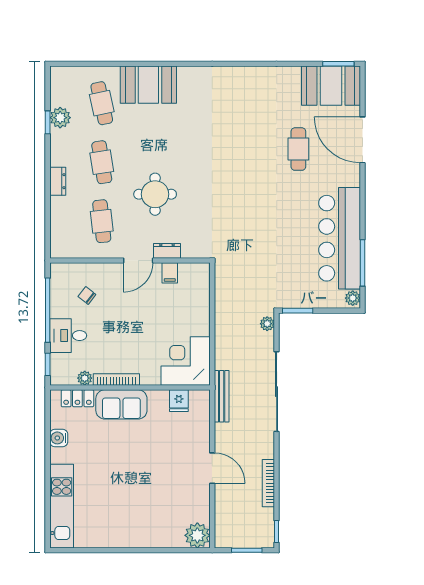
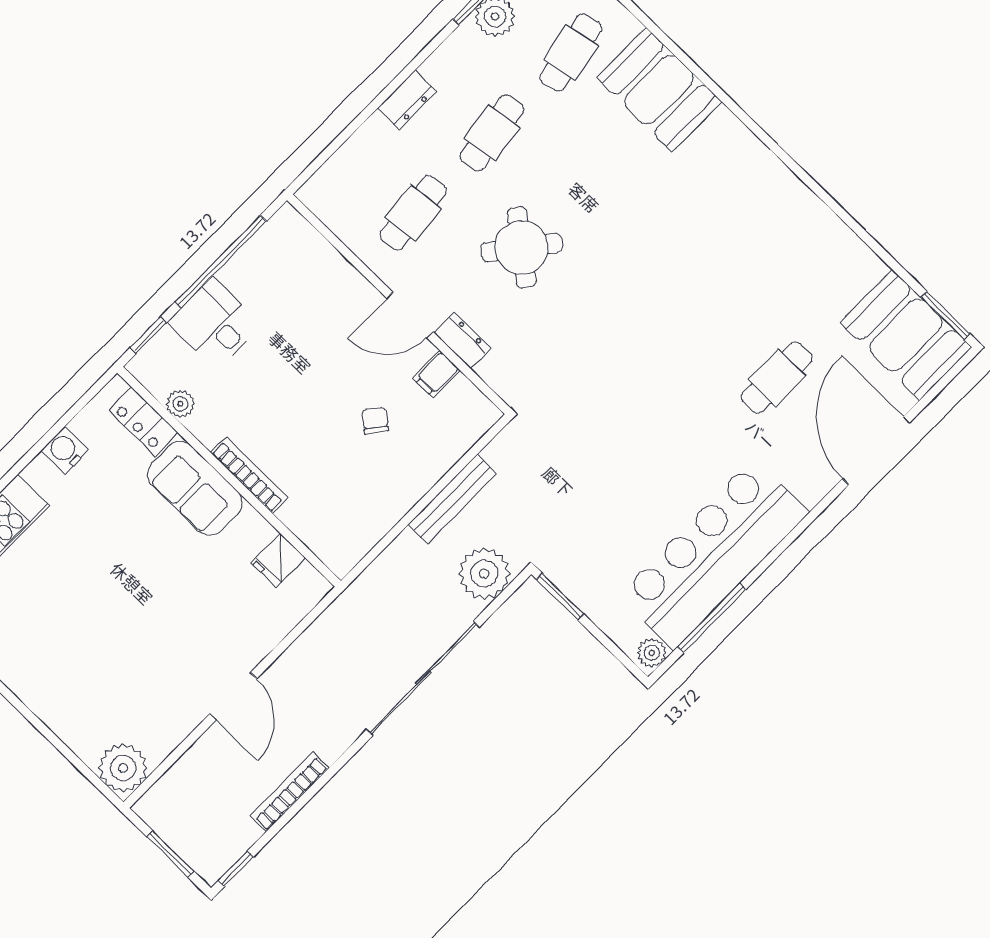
round table: (155, 194) -> (522, 248), turned 38
chair: (87, 295) -> (375, 421), moved
plant: (267, 324) -> (484, 574), width x1.87, depth x1.87
corner desk: (186, 361) -> (340, 515), removed
bookcase: (116, 380) -> (249, 475), moved
bench: (222, 396) -> (452, 499), moved

